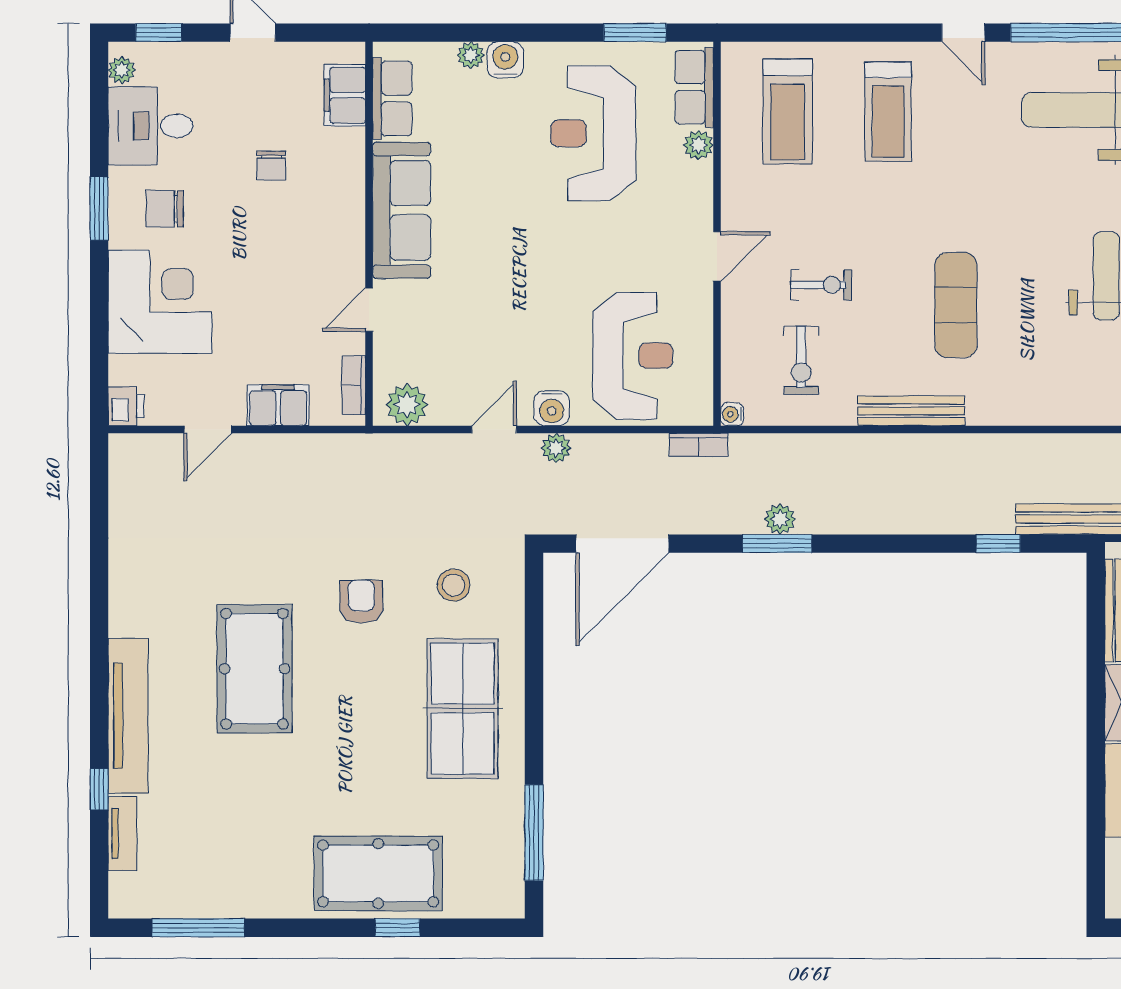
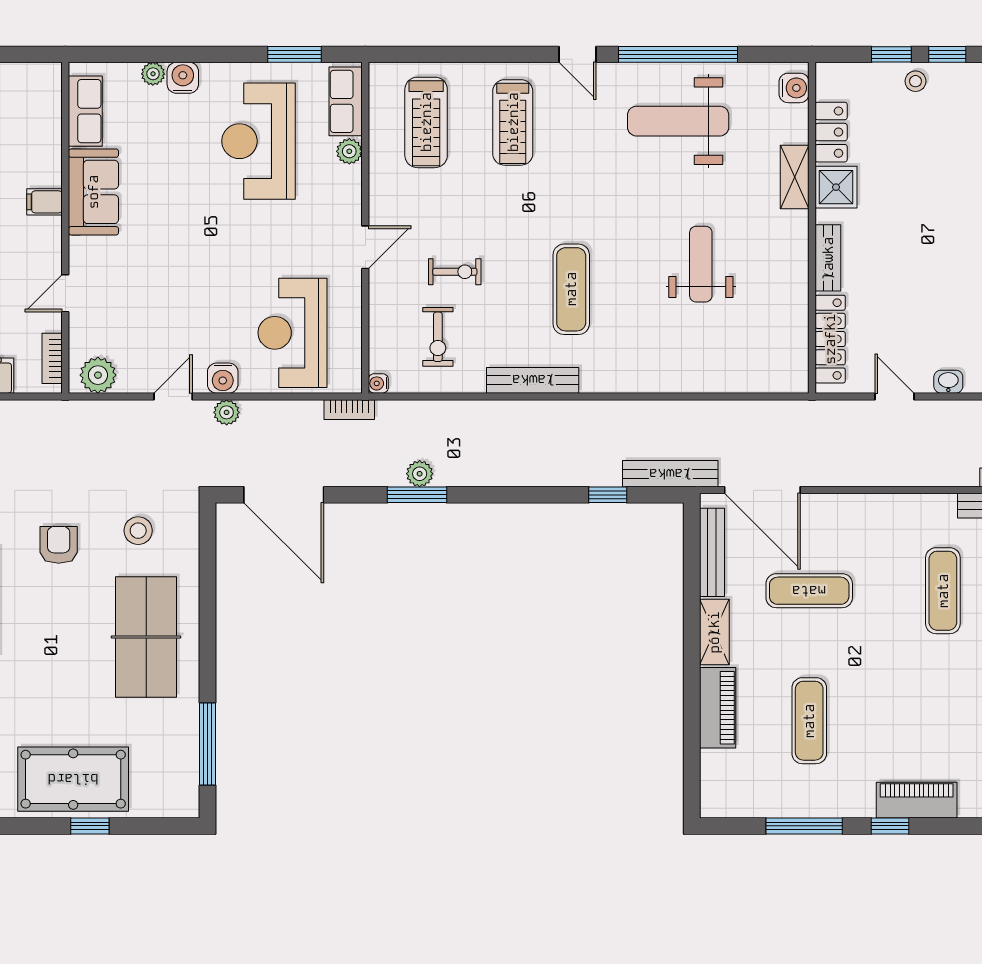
filing cabinet: (345, 95) -> (45, 202), moved, width x0.50
sofa: (402, 210) -> (93, 192), width x0.73
reception desk: (633, 356) -> (293, 333), turned 180
door: (622, 544) -> (284, 495), hinge flipped

